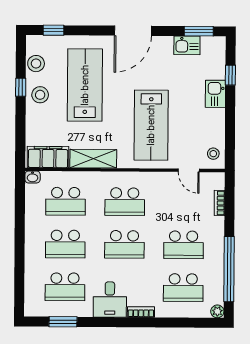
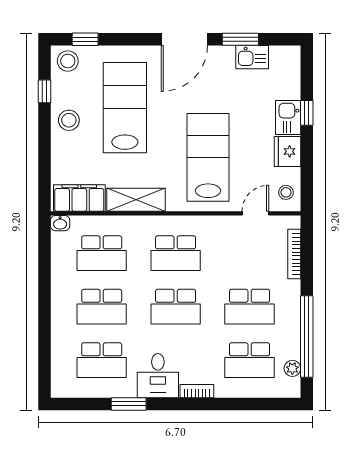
window: (199, 31) -> (240, 39), moved
stool: (36, 64) -> (68, 61), moved
window: (230, 75) -> (307, 113), moved
window: (21, 87) -> (45, 91), moved
fridge: (215, 121) -> (287, 151), added
lab bench: (151, 125) -> (208, 157), turned 180
door: (189, 170) -> (255, 213), swing flipped
bookcase: (219, 203) -> (294, 254), width x1.56
plant: (217, 311) -> (292, 368), moved
window: (63, 322) -> (129, 404), moved

